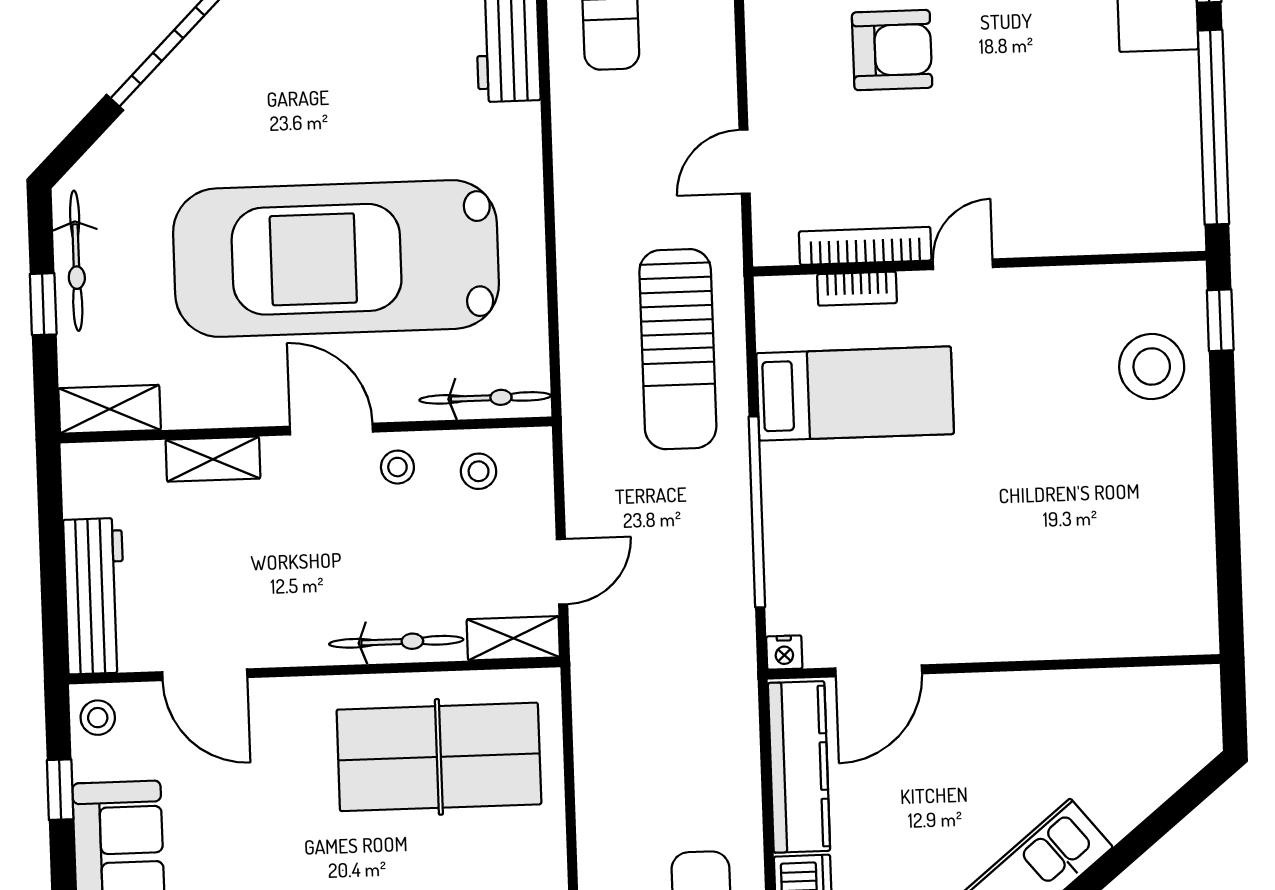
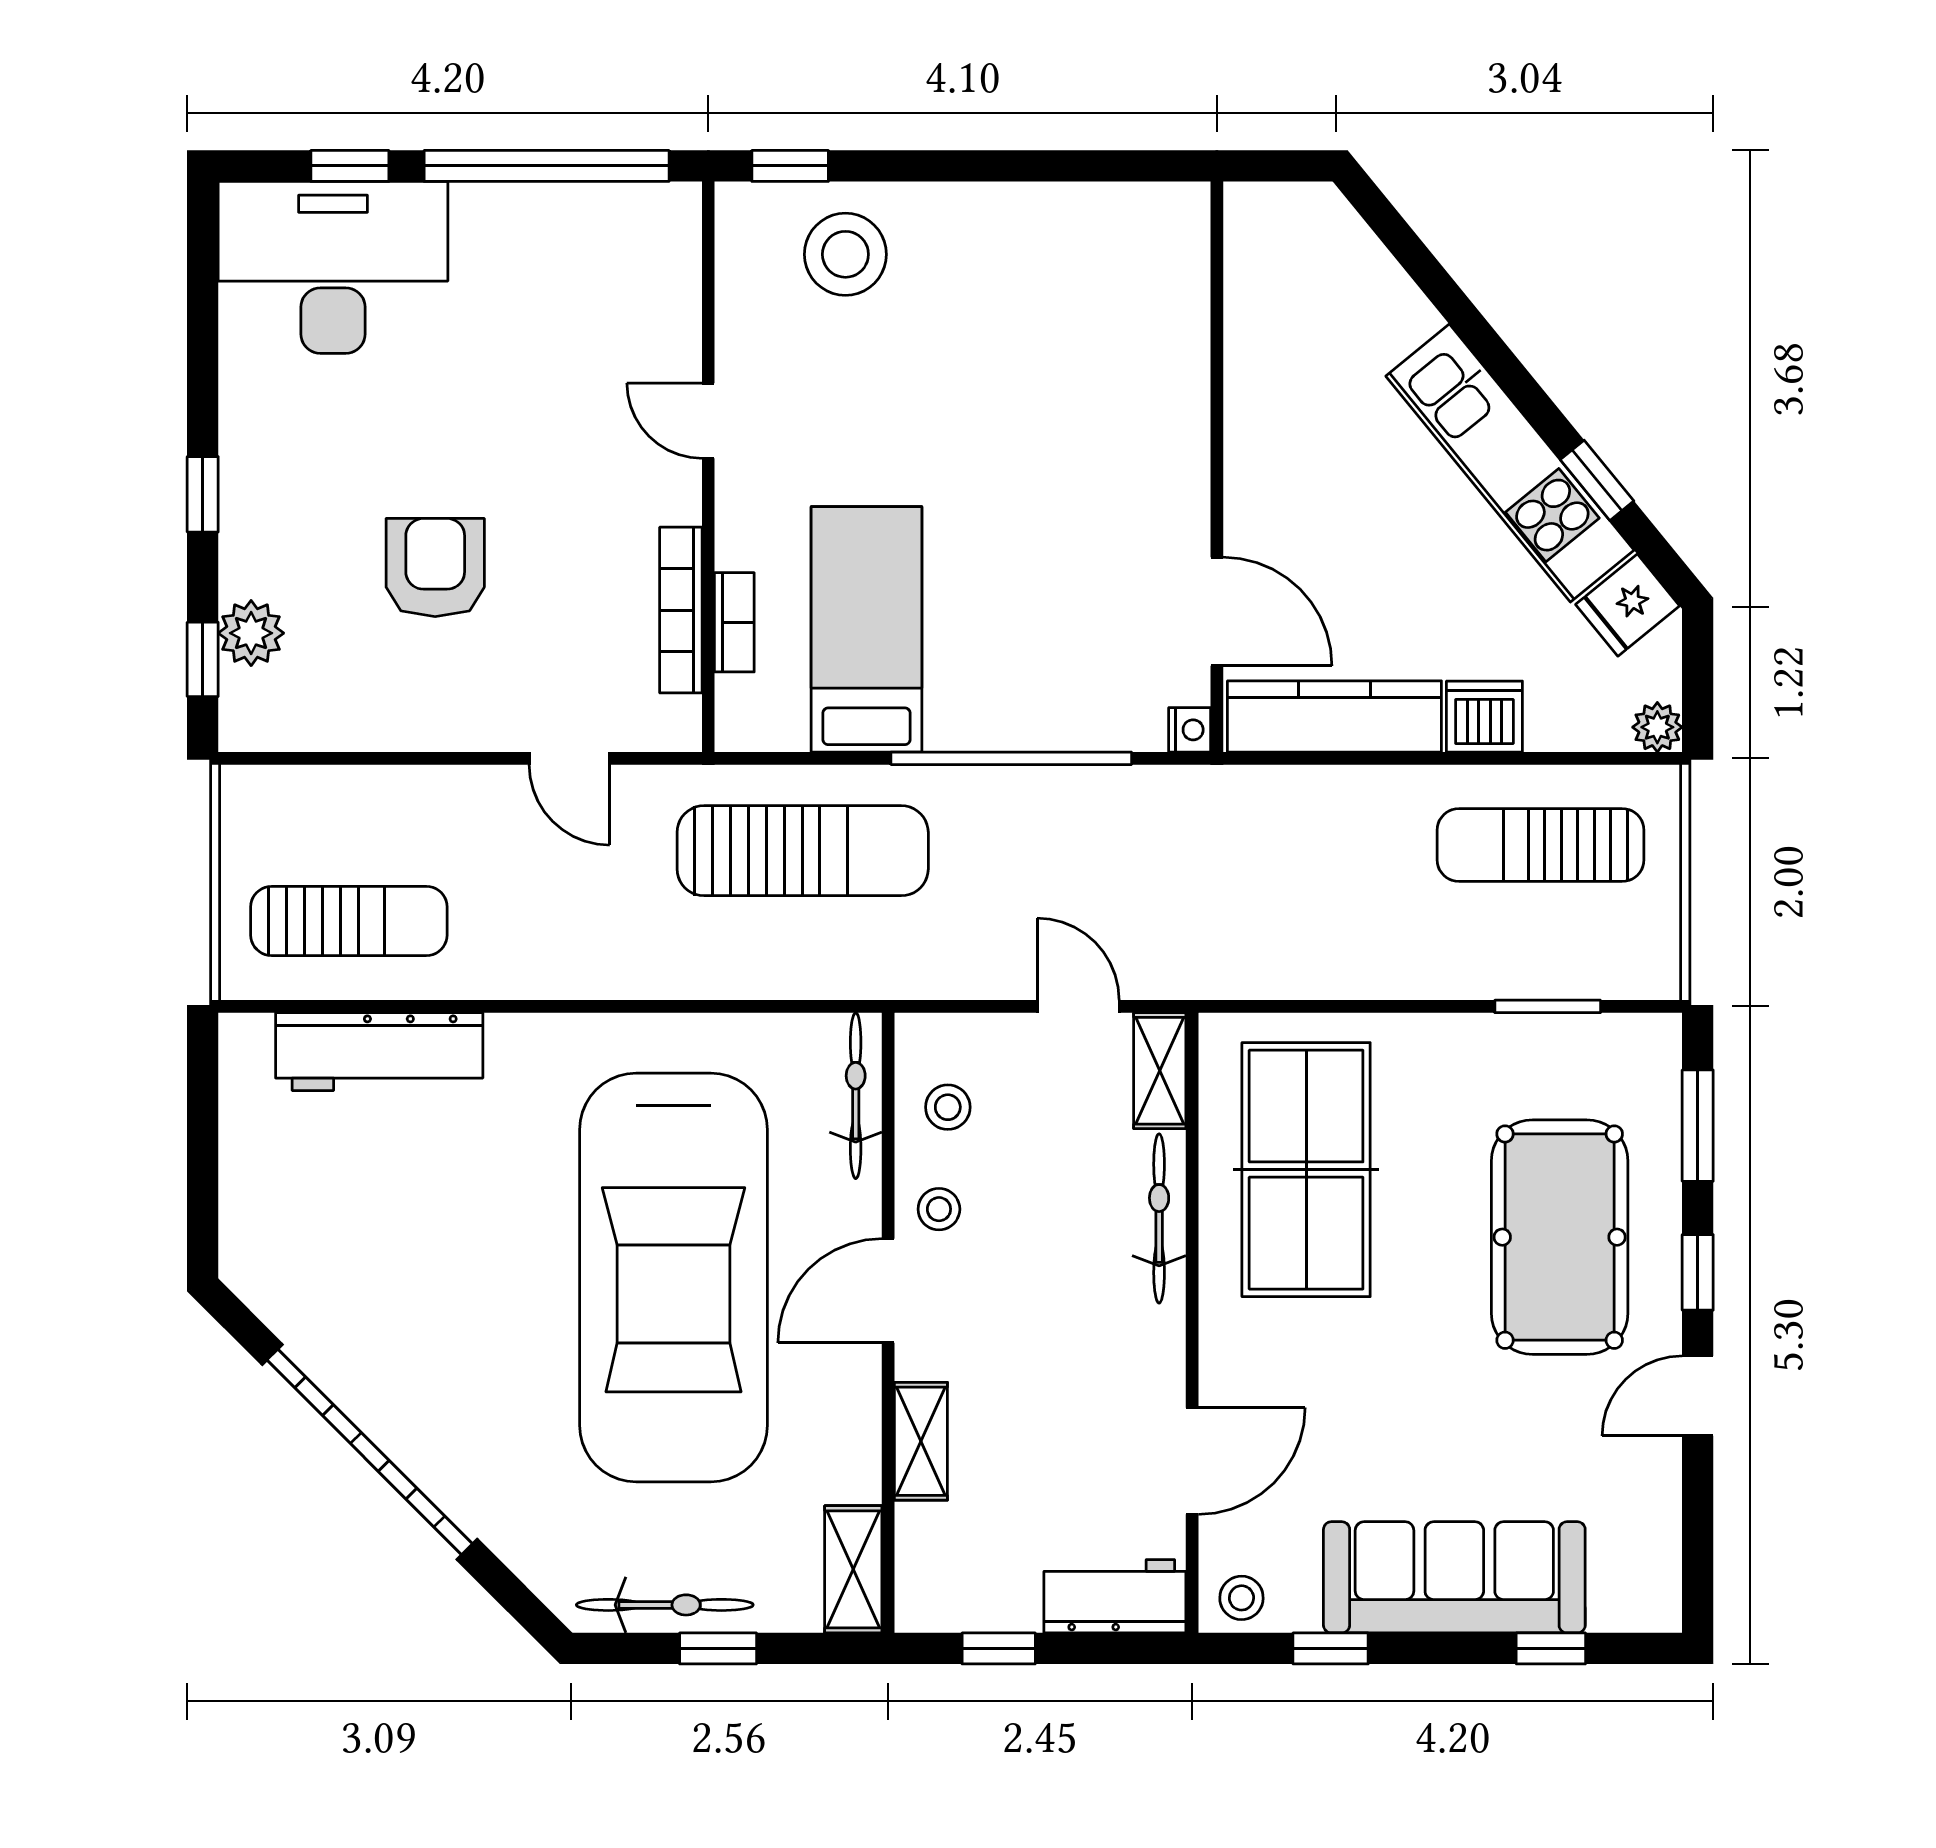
door: (963, 264) -> (708, 421), moved
window: (51, 527) -> (999, 1648), added
workbench: (95, 596) -> (1115, 1596), width x0.73

